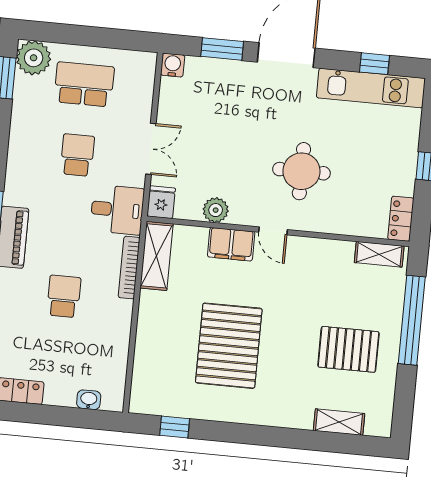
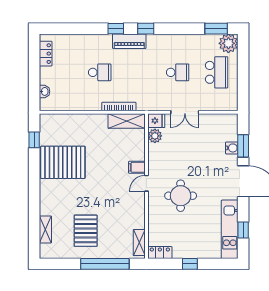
water cooler: (173, 65) -> (232, 148), moved
desk: (117, 210) -> (150, 97), removed
plant: (216, 210) -> (155, 136), moved
filing cabinet: (231, 244) -> (137, 167), width x0.50
pallet: (229, 346) -> (63, 162), moved

